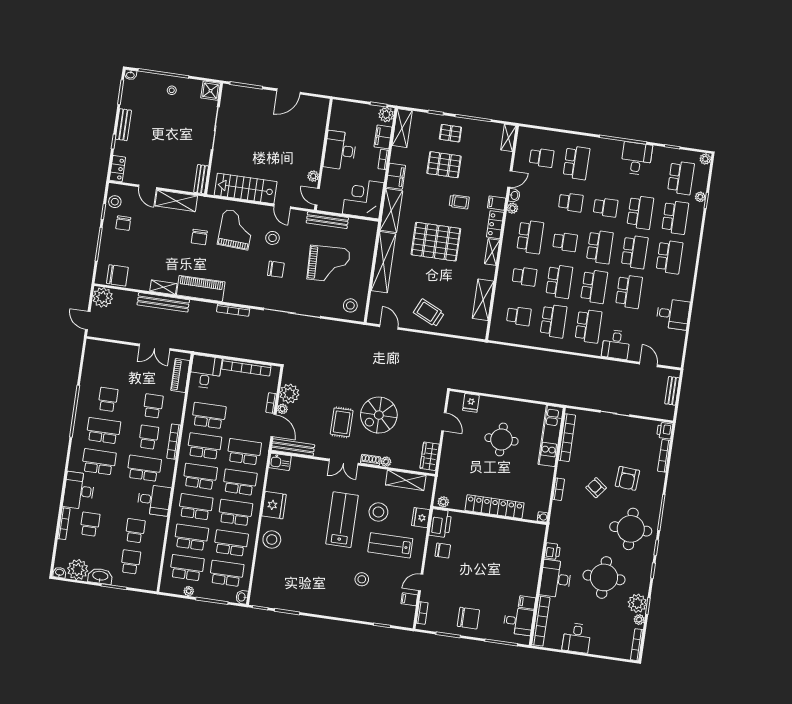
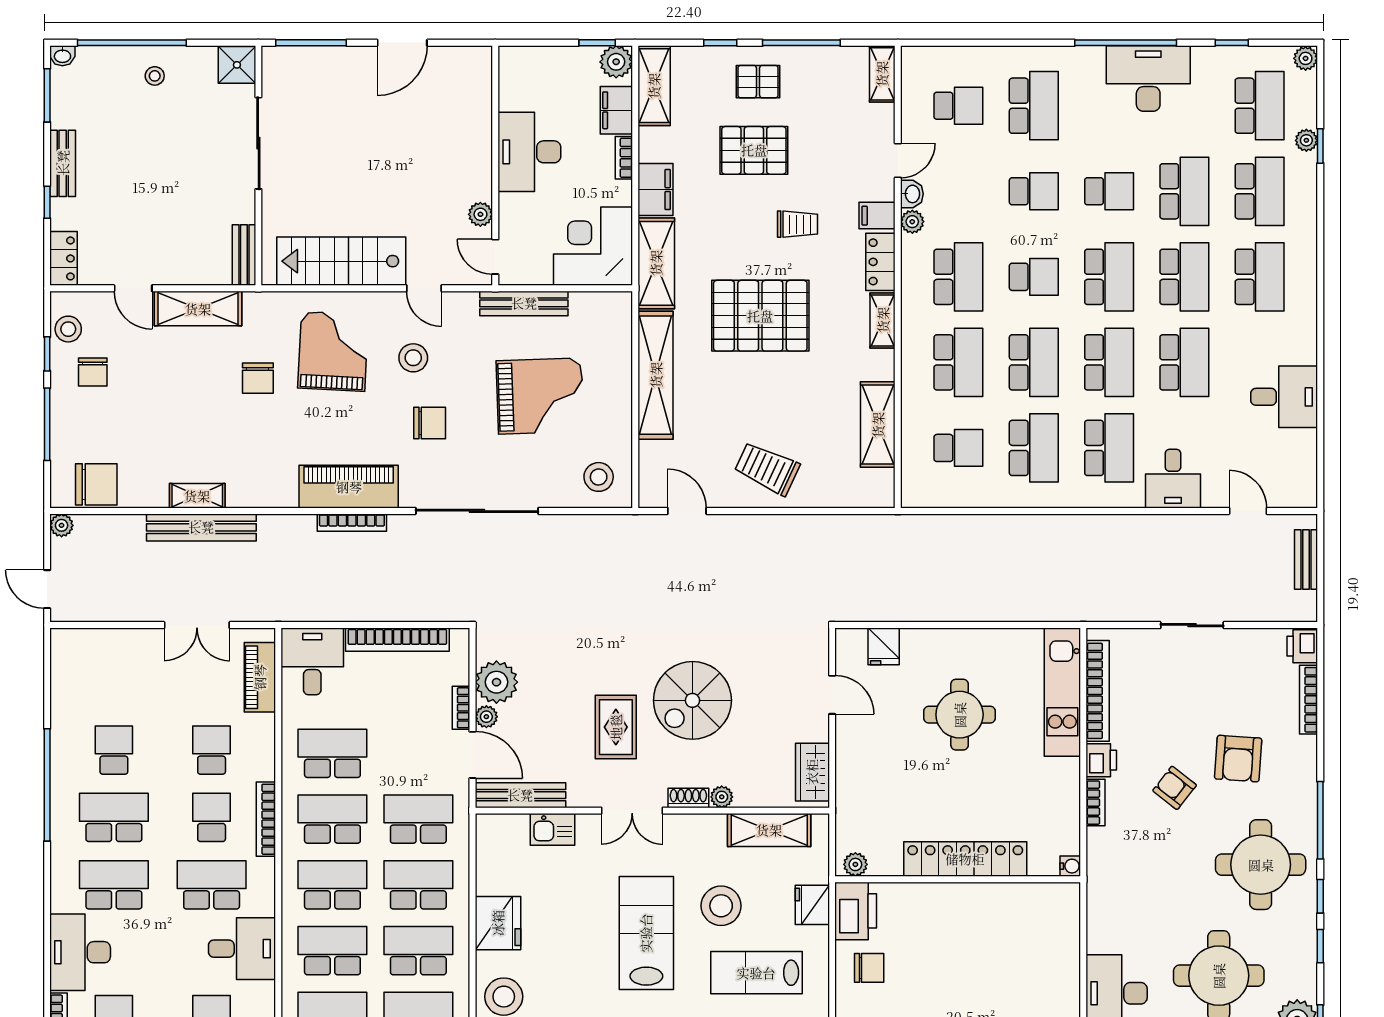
desk: (636, 159) -> (1148, 79), width x1.37
school desk: (524, 276) -> (958, 362), width x1.85
piano: (201, 288) -> (349, 487), moved
plant: (103, 297) -> (62, 525), width x0.53, depth x0.53
kitchen sink: (280, 462) -> (553, 829), moved
printer: (552, 551) -> (1101, 760), moved

